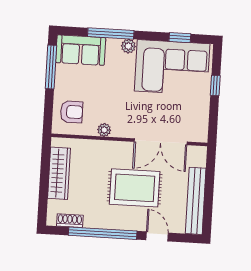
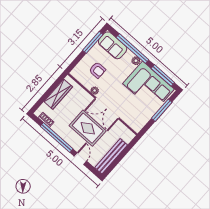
window: (111, 33) -> (132, 49), width x1.46
window: (180, 38) -> (163, 75), width x2.17
window: (215, 85) -> (162, 110), width x2.17
armchair: (72, 112) -> (97, 70), moved
double door: (161, 142) -> (107, 108), moved

